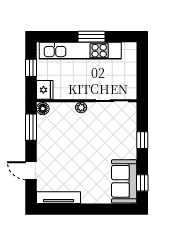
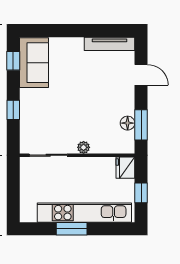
floor lamp: (43, 109) -> (128, 123), moved

